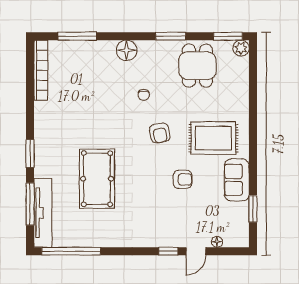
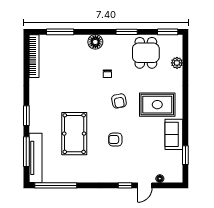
plant: (241, 48) -> (177, 63), moved
armchair: (183, 179) -> (115, 140), moved, turned 180

